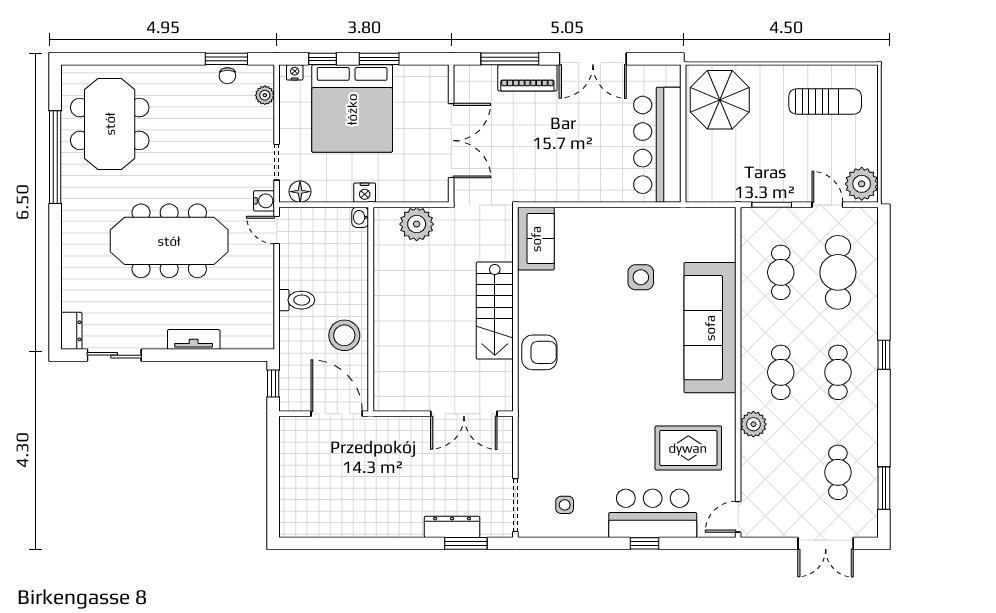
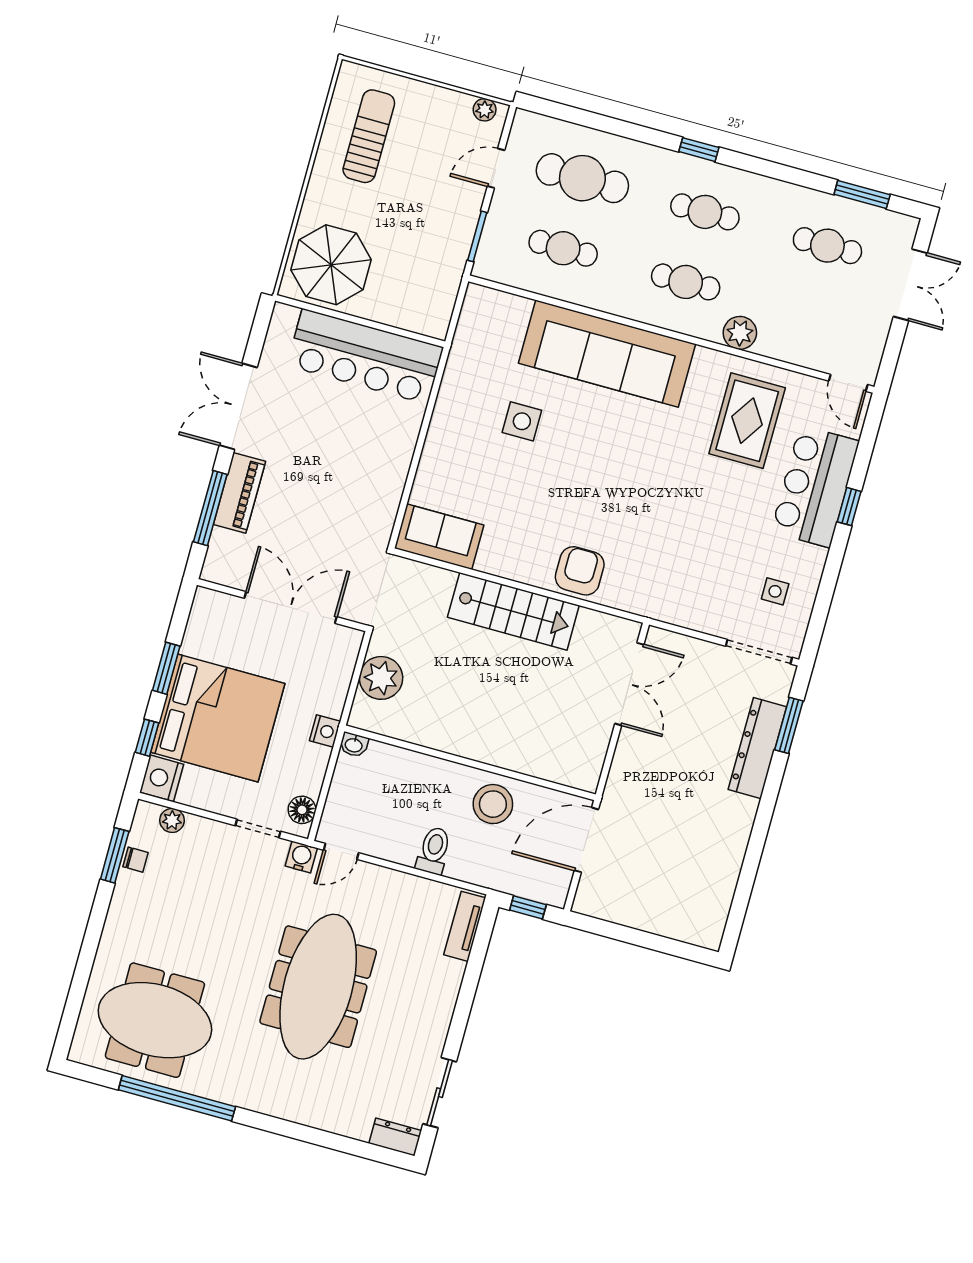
double door: (593, 59) -> (238, 406), swing flipped
nightstand: (295, 72) -> (162, 778), width x1.89, depth x1.79
plant: (862, 184) -> (485, 110), width x0.53, depth x0.53
tv unit: (194, 339) -> (465, 926), moved
dresser: (452, 527) -> (757, 748), width x1.37, depth x1.24

